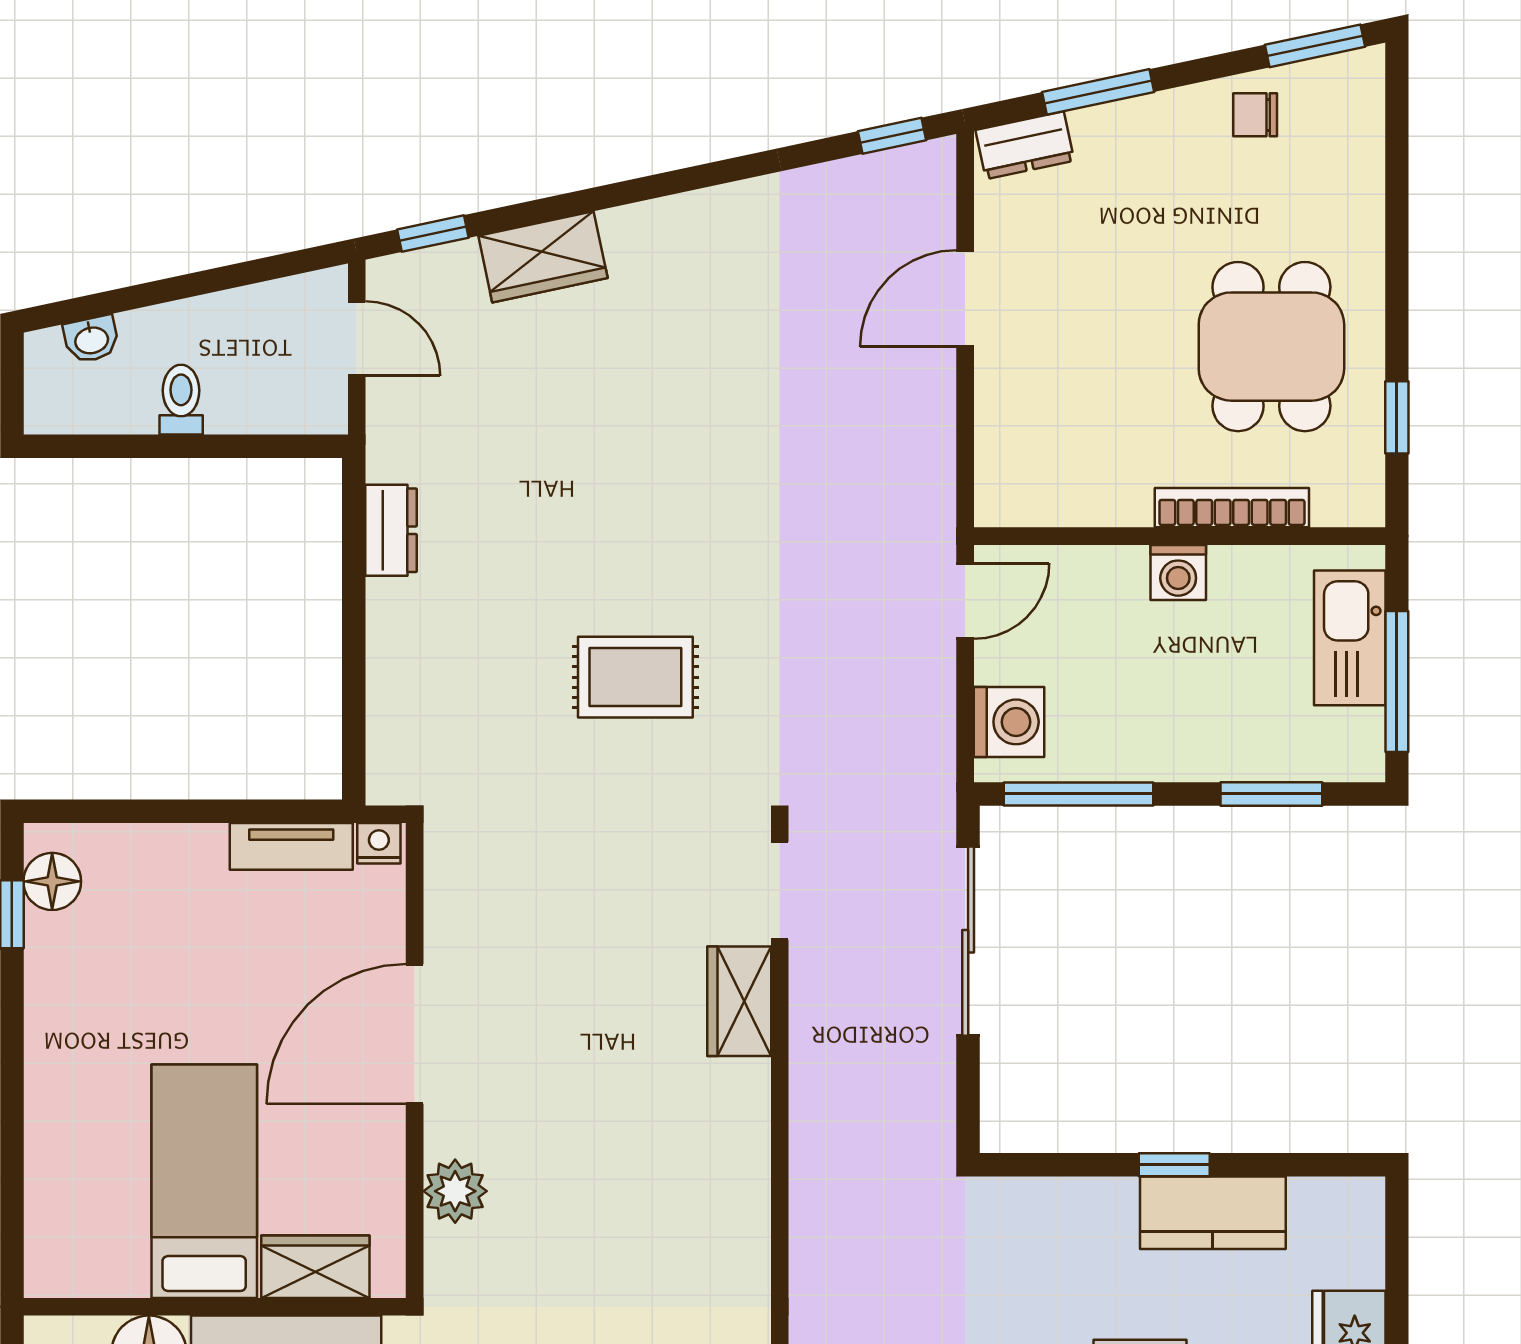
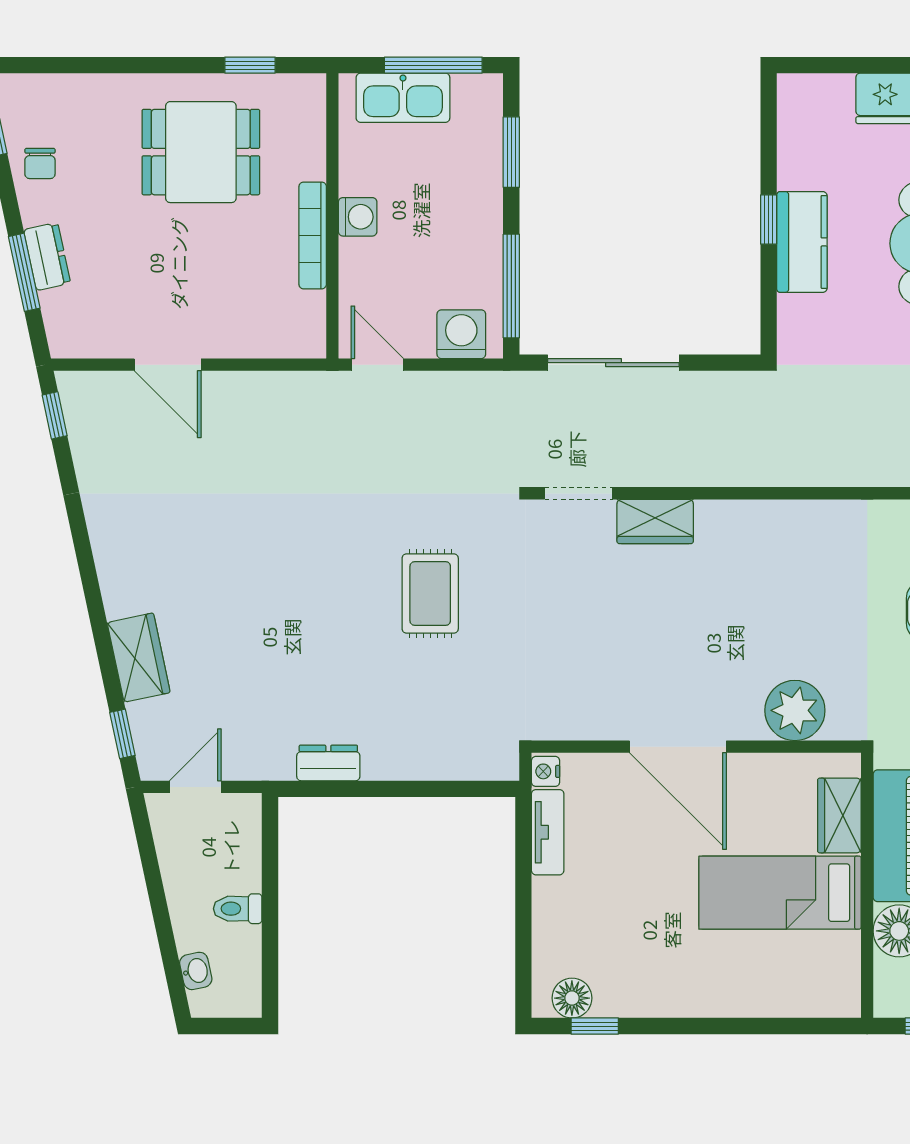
dresser: (1025, 145) -> (47, 256), moved
bookcase: (1232, 508) -> (313, 235), moved
plant: (455, 1191) -> (795, 710), width x1.36, depth x1.36
kitchen counter: (1213, 1213) -> (802, 242), moved

